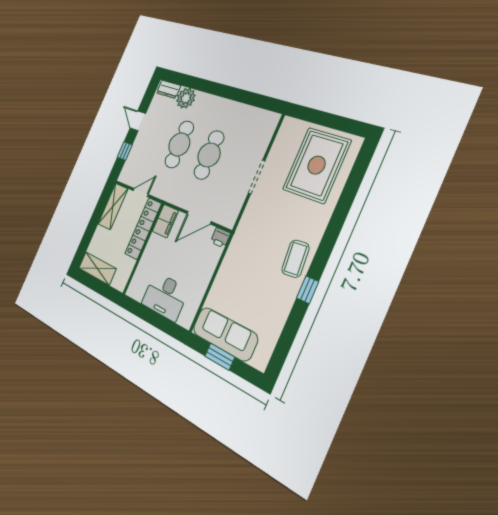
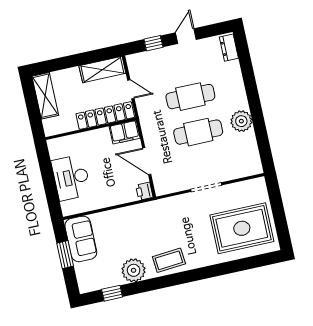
plant: (186, 98) -> (241, 121), moved
window: (308, 290) -> (112, 293), moved
plant: (280, 301) -> (134, 270), added
sofa: (225, 334) -> (81, 239), width x0.73

